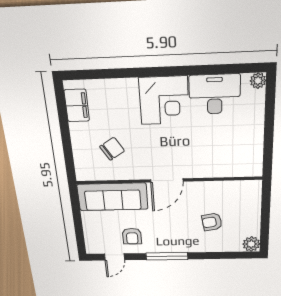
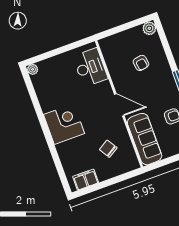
desk: (215, 94) -> (90, 67), moved, turned 180

